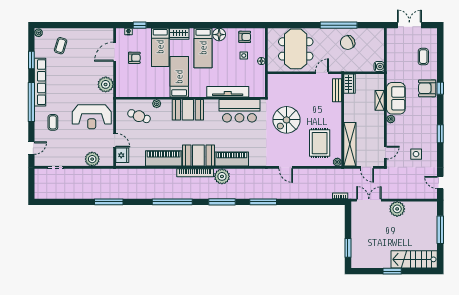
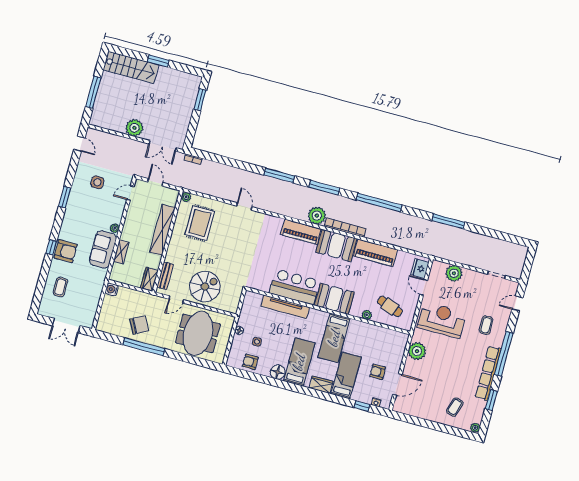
bar counter: (239, 111) -> (295, 287), moved
spiral stairs: (287, 120) -> (205, 287), moved
shelving: (350, 144) -> (162, 230), moved

